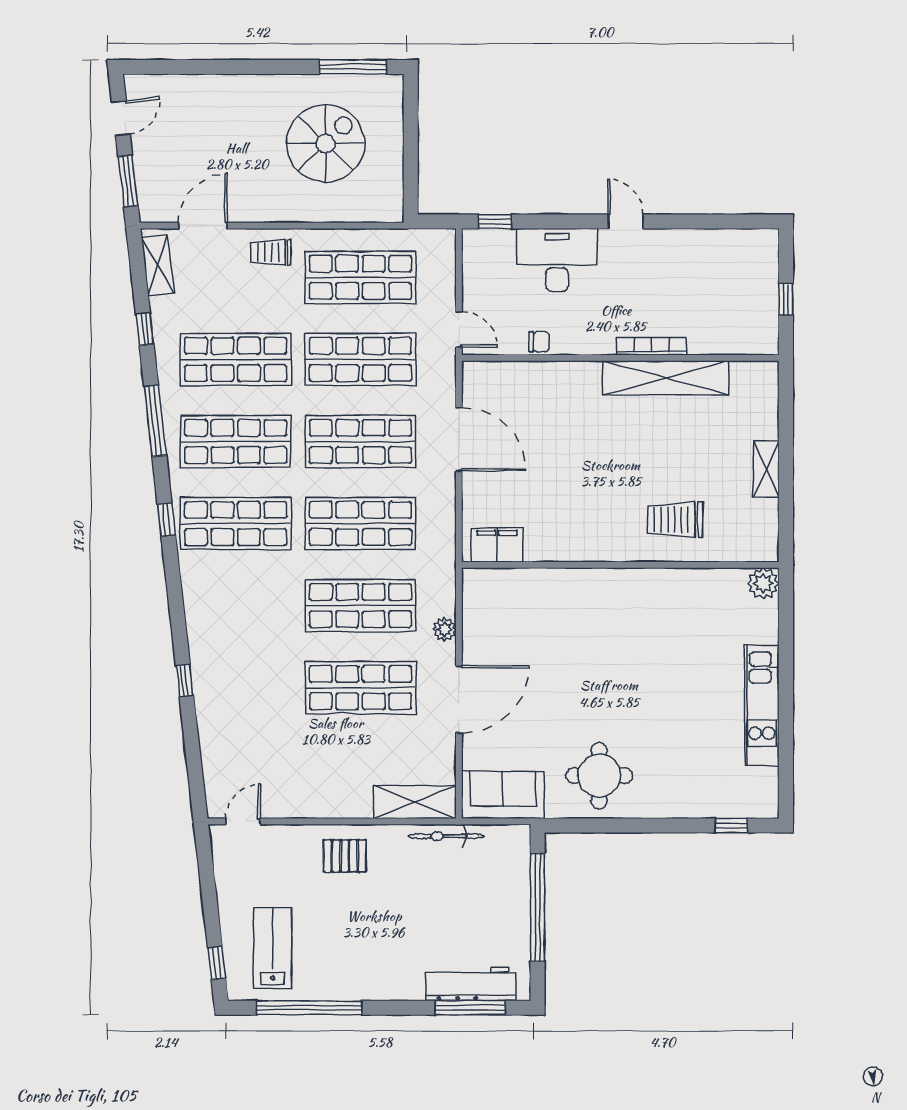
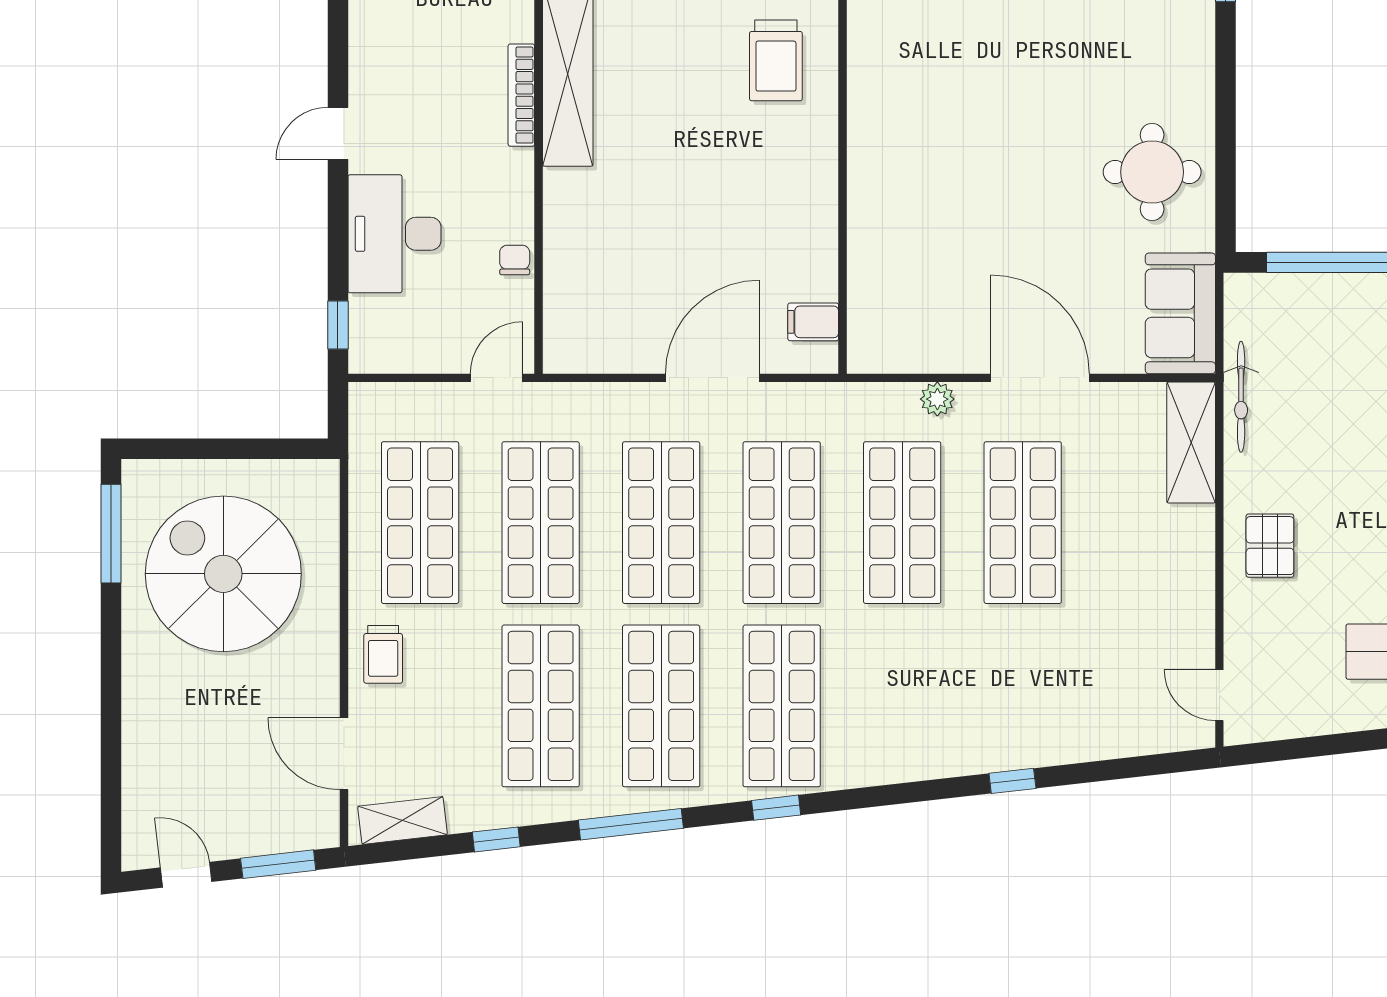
spiral stairs: (326, 143) -> (223, 574), width x1.37, depth x1.37
door: (459, 439) -> (712, 378), moved
filing cabinet: (497, 545) -> (813, 322), width x0.50

